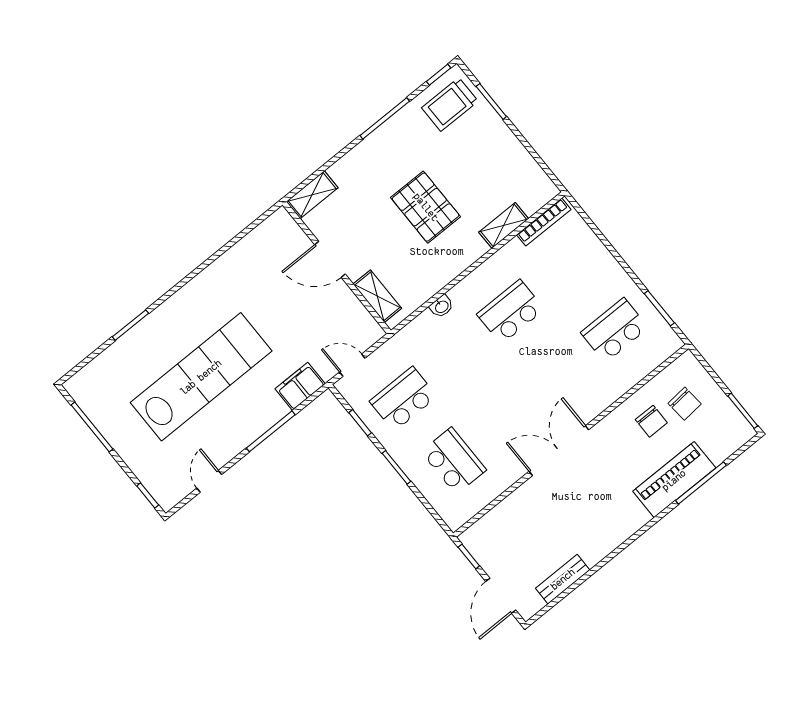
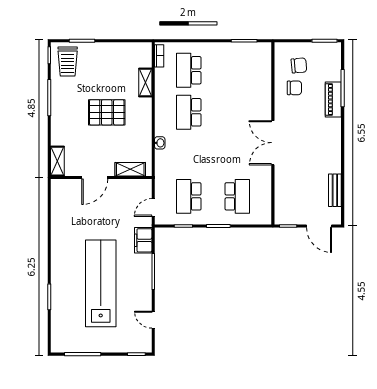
bookcase: (544, 222) -> (159, 56), width x0.64
school desk: (615, 330) -> (189, 70), moved
school desk: (454, 461) -> (237, 196), turned 90
piano: (674, 480) -> (333, 99), width x0.73, depth x0.75

